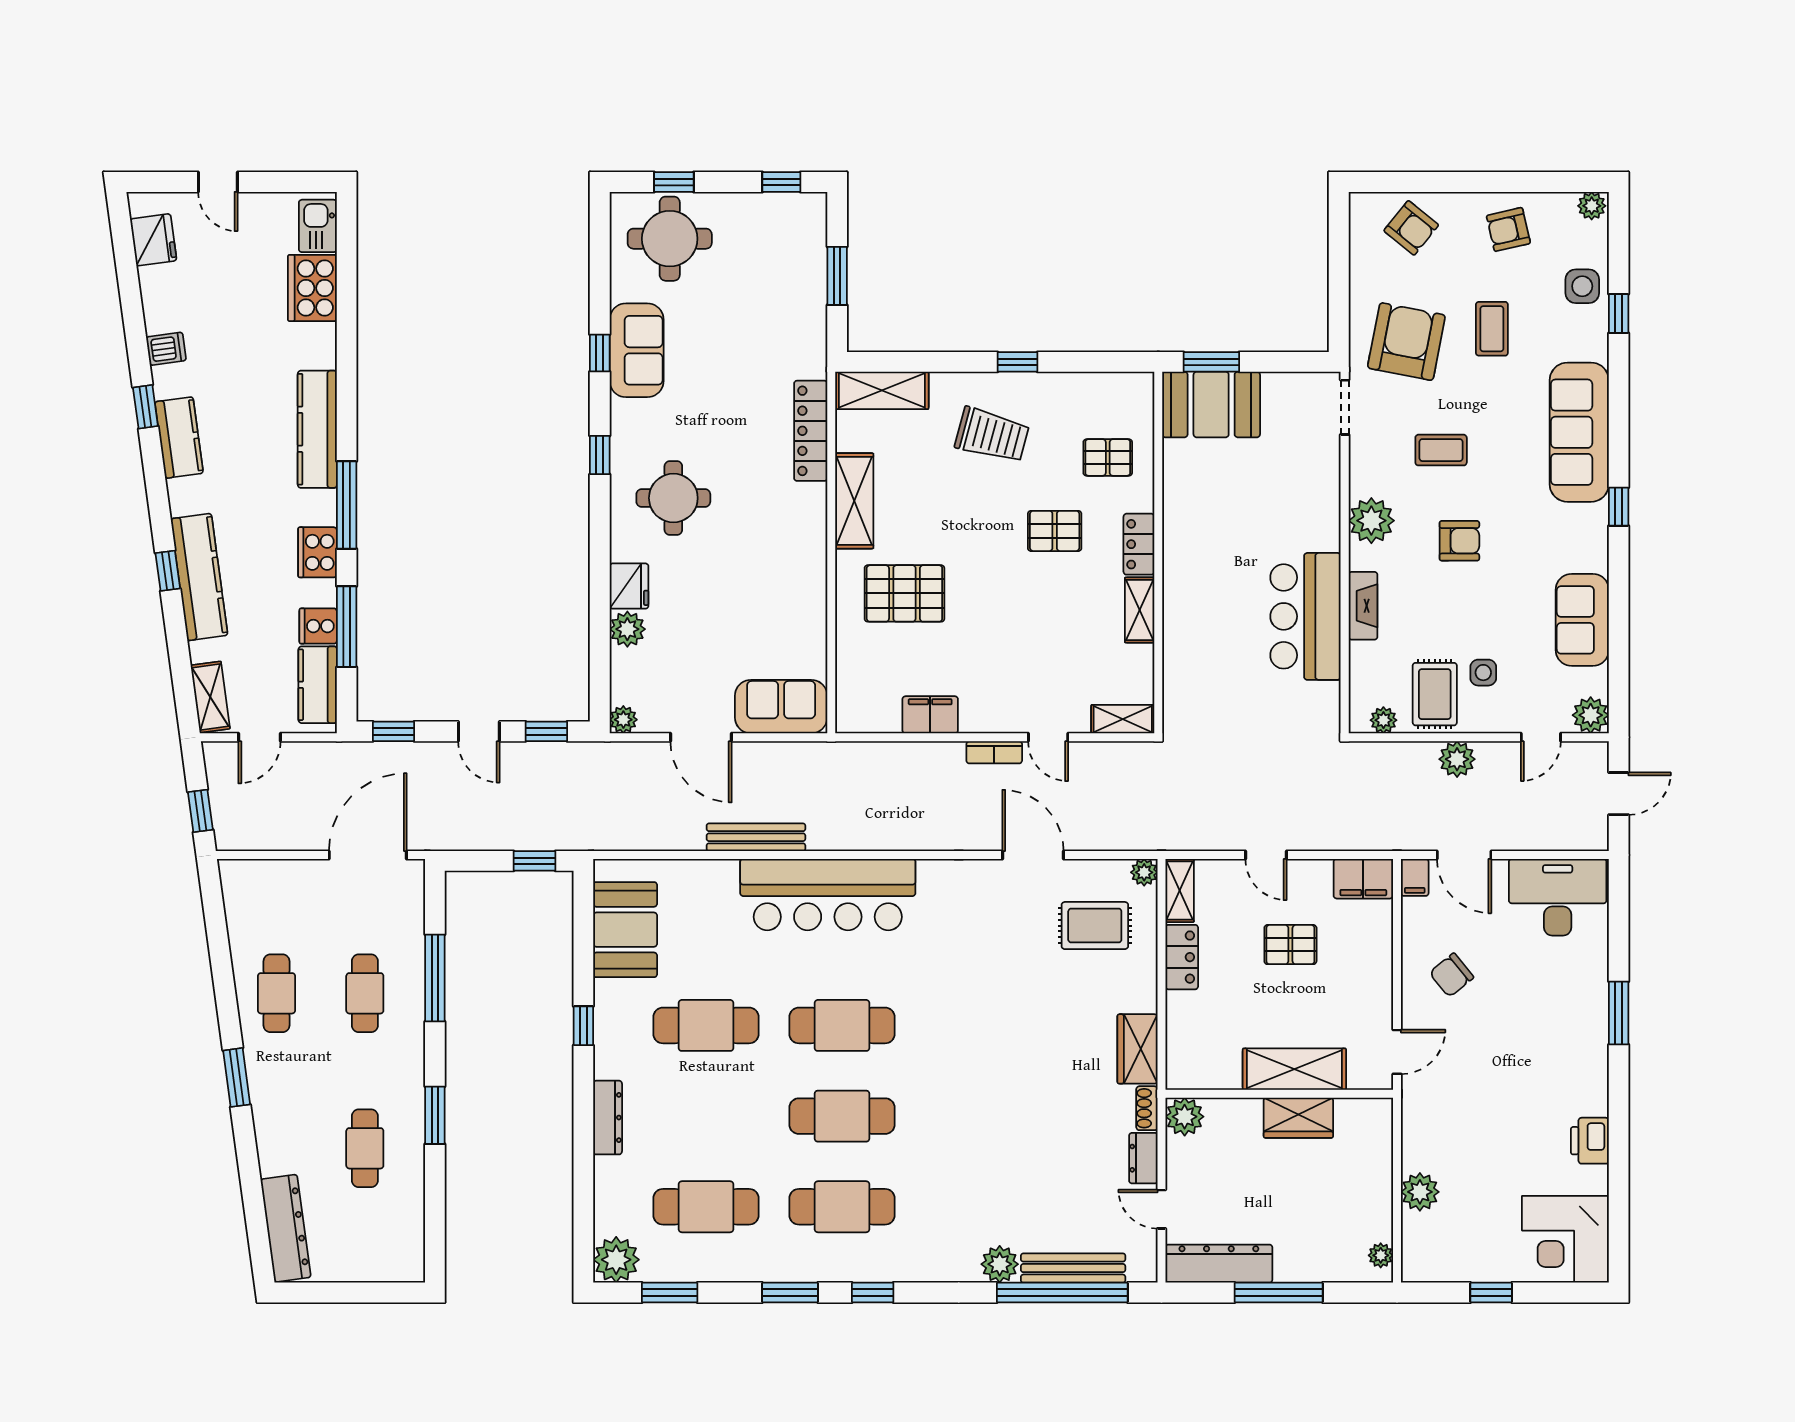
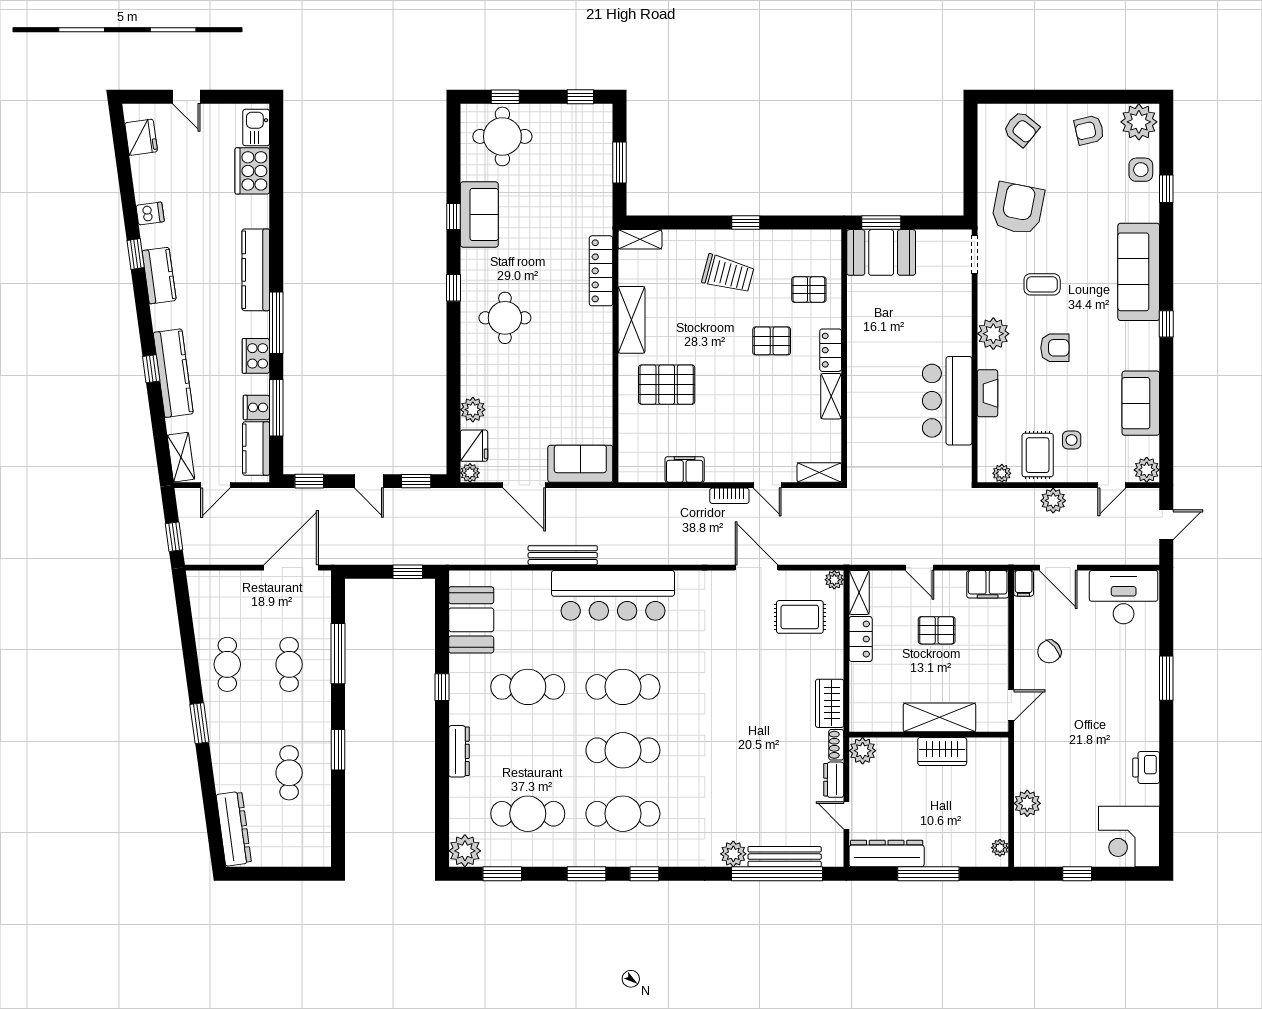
plant: (1592, 206) -> (1139, 122), width x1.88, depth x1.88
coffee table: (1492, 329) -> (1078, 199), removed
shelving: (882, 390) -> (640, 239), width x0.67, depth x0.75
fridge: (629, 586) -> (474, 446), moved

